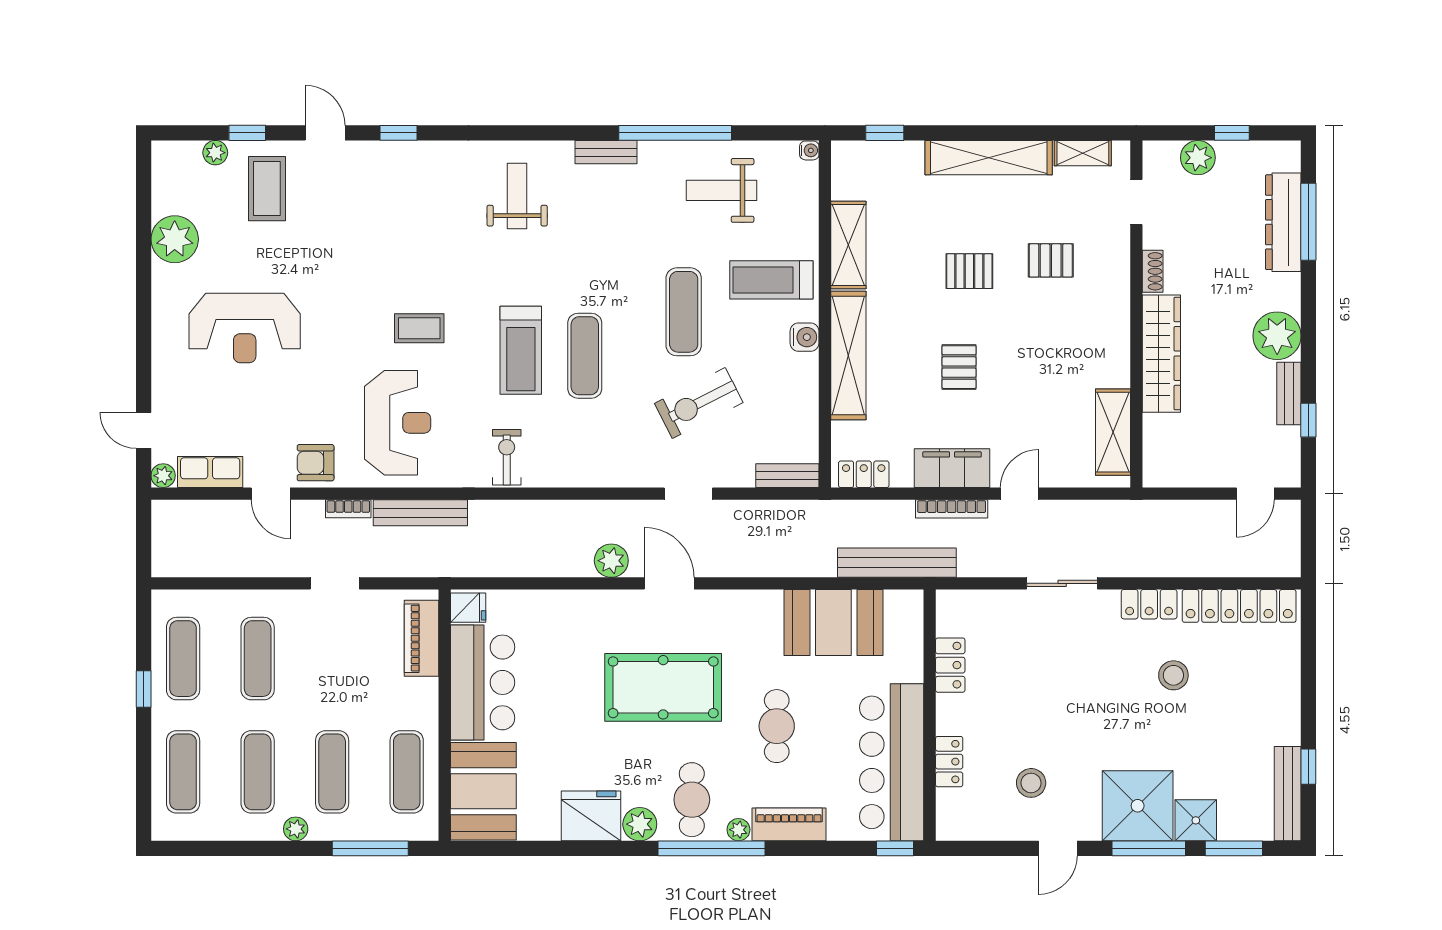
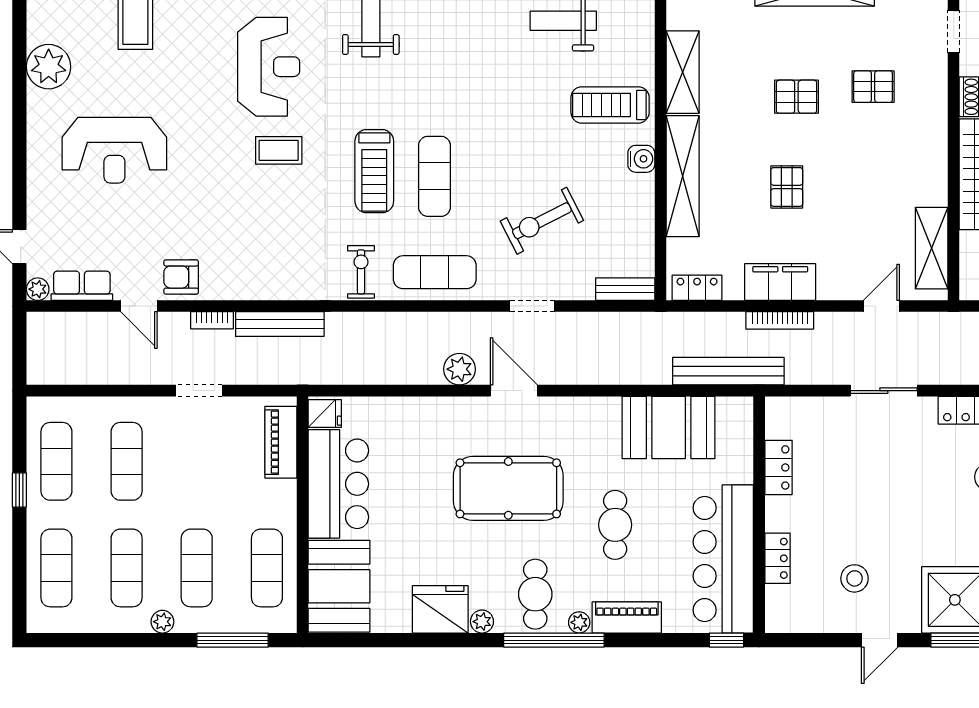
exercise mat: (684, 312) -> (435, 272), moved, turned 90
reception desk: (398, 423) -> (269, 67), moved
door: (1020, 494) -> (881, 306), moved
plant: (640, 824) -> (482, 622), width x0.73, depth x0.73

